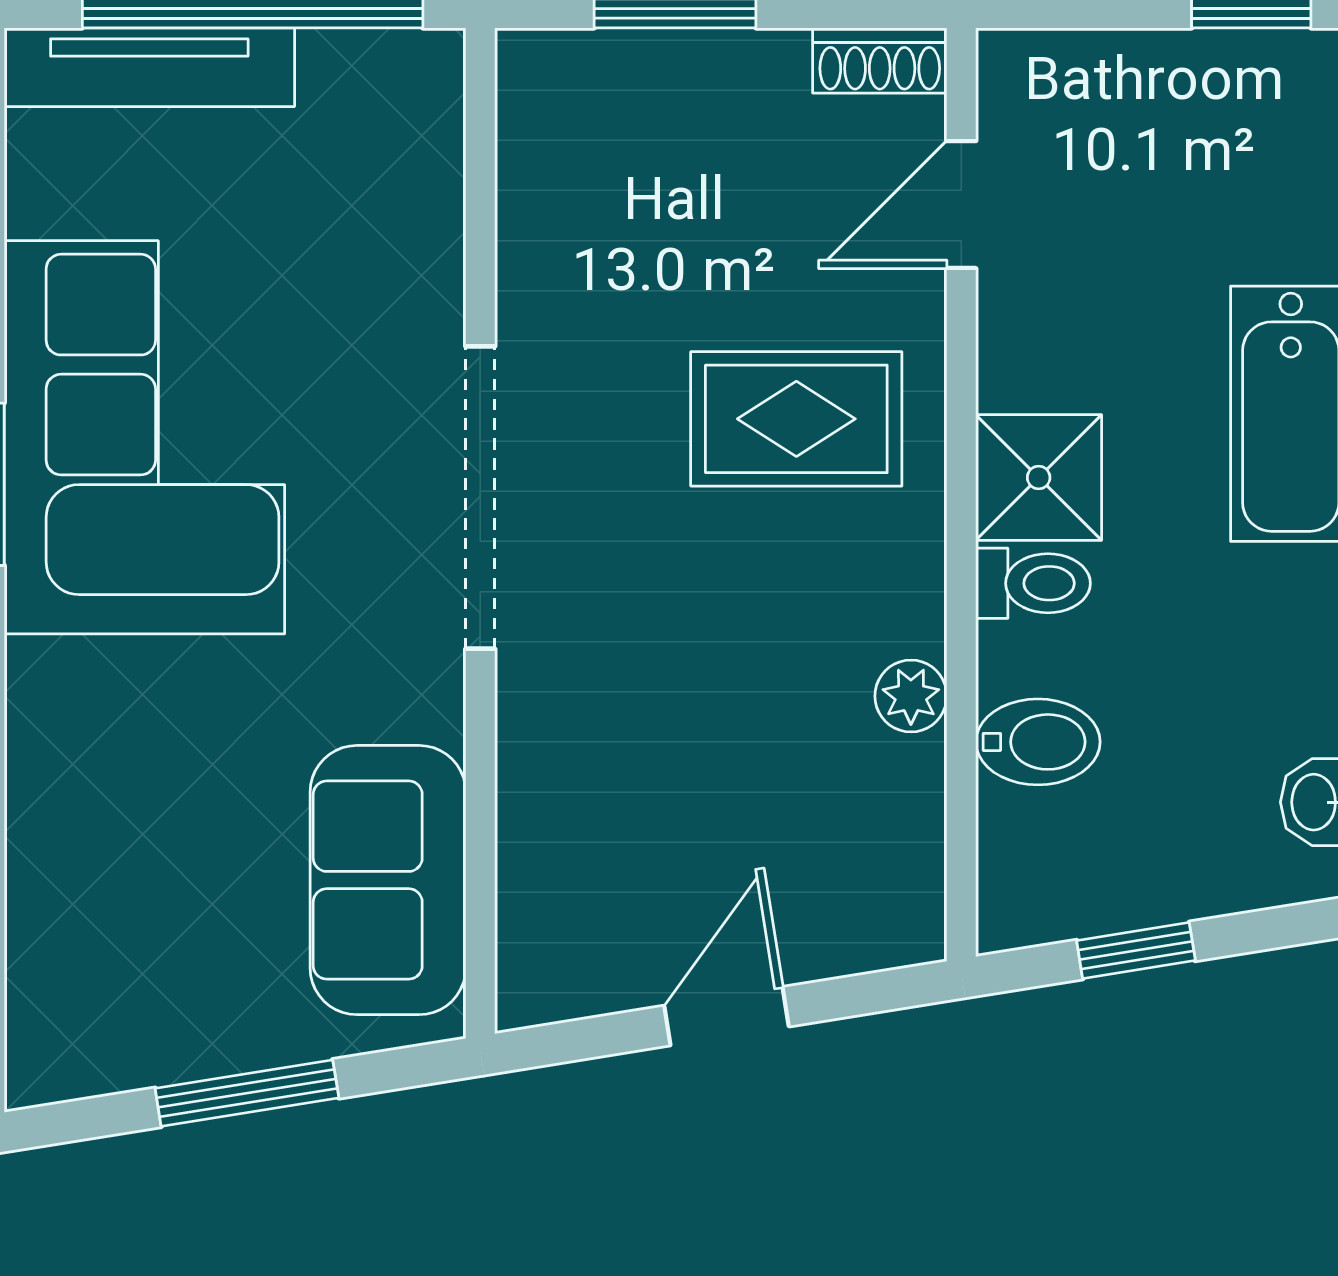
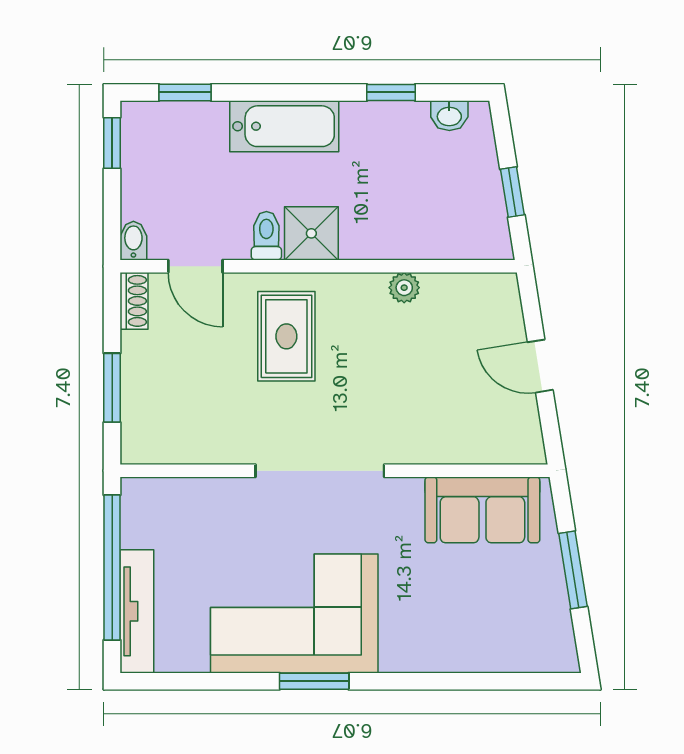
toilet: (1033, 583) -> (266, 236), moved
bidet: (1038, 742) -> (133, 241), moved, width x0.72, depth x0.74

